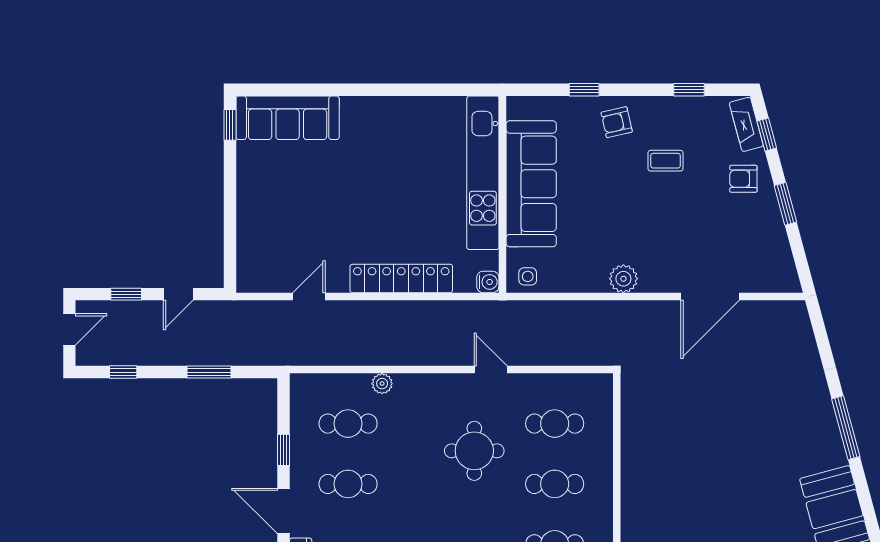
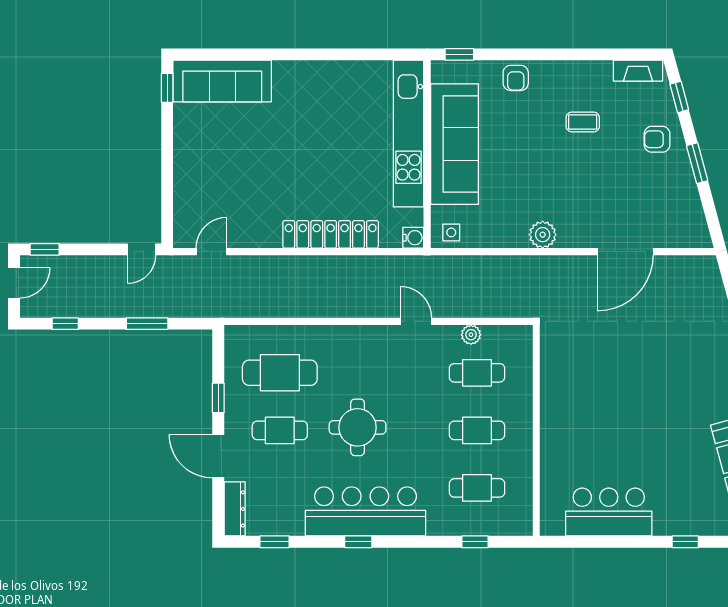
window: (584, 90) -> (459, 54), moved
window: (689, 90) -> (605, 54), removed
armchair: (617, 122) -> (516, 78), moved, turned -77
fireplace: (746, 124) -> (638, 71), moved, turned -75
window: (126, 294) -> (45, 249), moved
door: (178, 294) -> (142, 249), moved
door: (309, 297) -> (212, 252), moved
plant: (382, 384) -> (471, 335), moved
cafe table: (348, 424) -> (280, 373), width x1.37, depth x1.35
round table: (474, 451) -> (358, 427), moved

